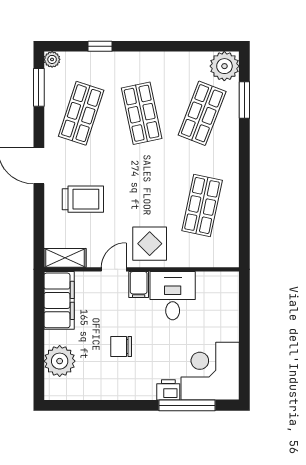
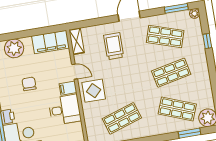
trolley: (83, 199) -> (114, 46), turned 180
shop shelf: (202, 206) -> (122, 118), turned -30

